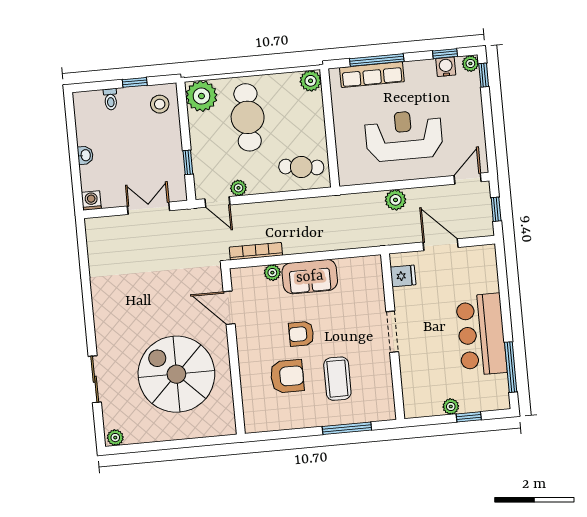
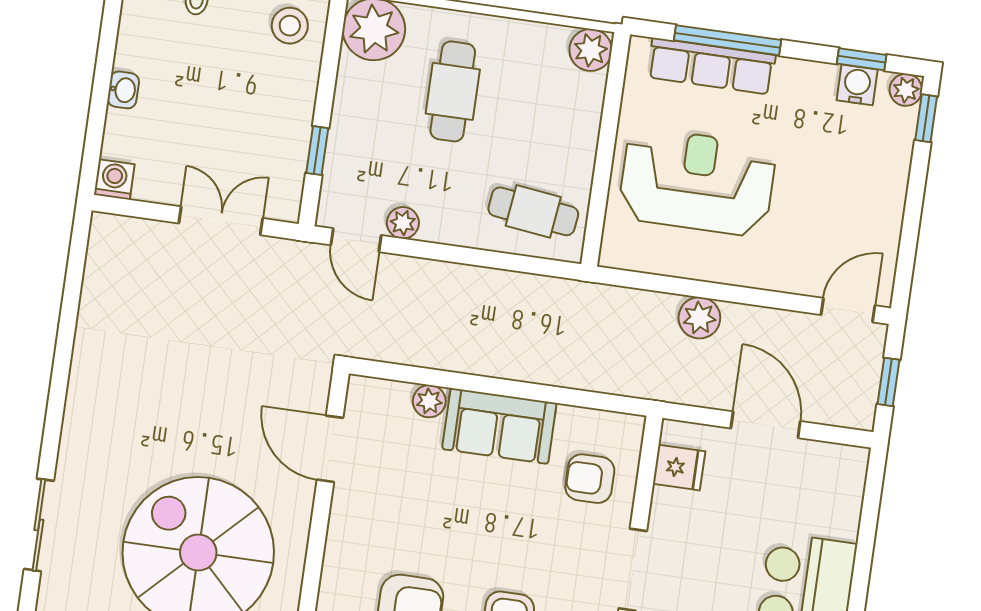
cafe table: (248, 117) -> (453, 91), width x0.73, depth x0.74
reception desk: (404, 136) -> (697, 182), moved
bookcase: (256, 251) -> (407, 353), removed
armchair: (301, 334) -> (590, 479), moved

